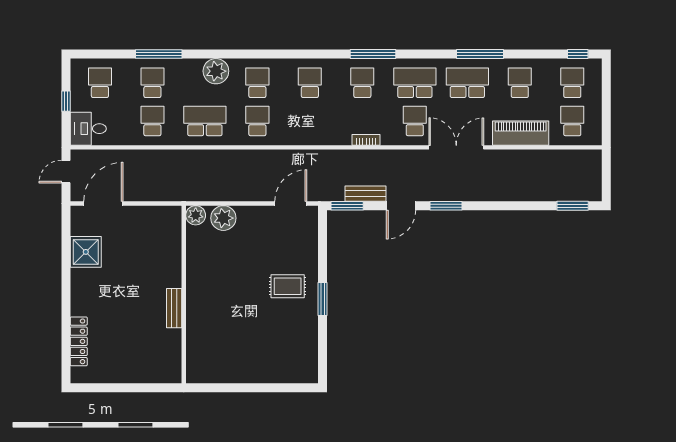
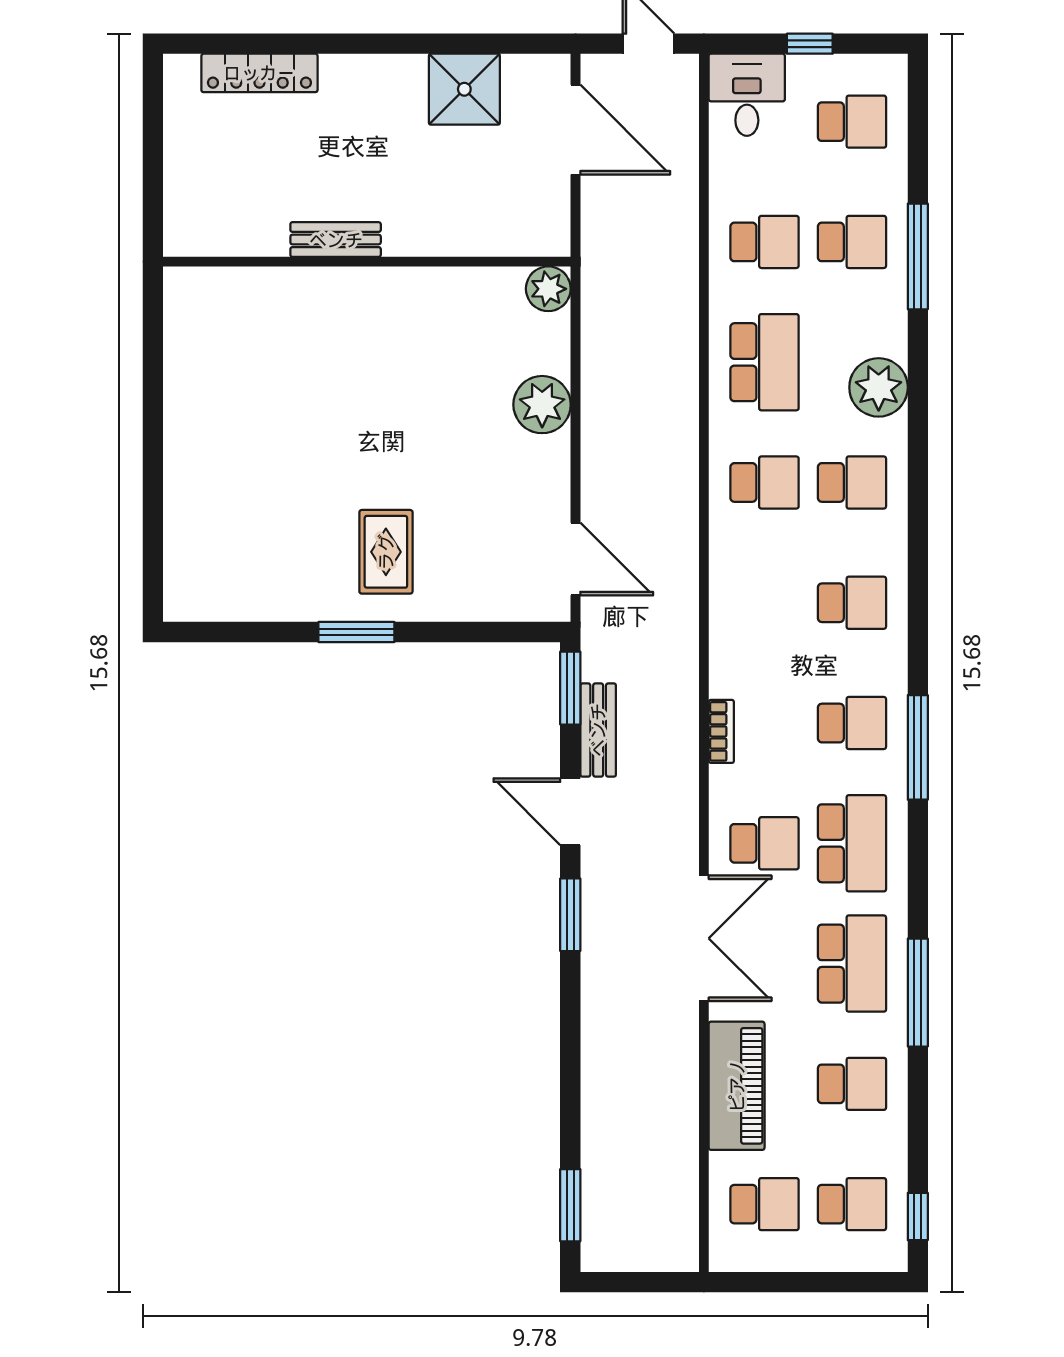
plant: (196, 215) -> (548, 289), moved
wall: (184, 294) -> (367, 262), moved
bench: (174, 308) -> (336, 240), moved

